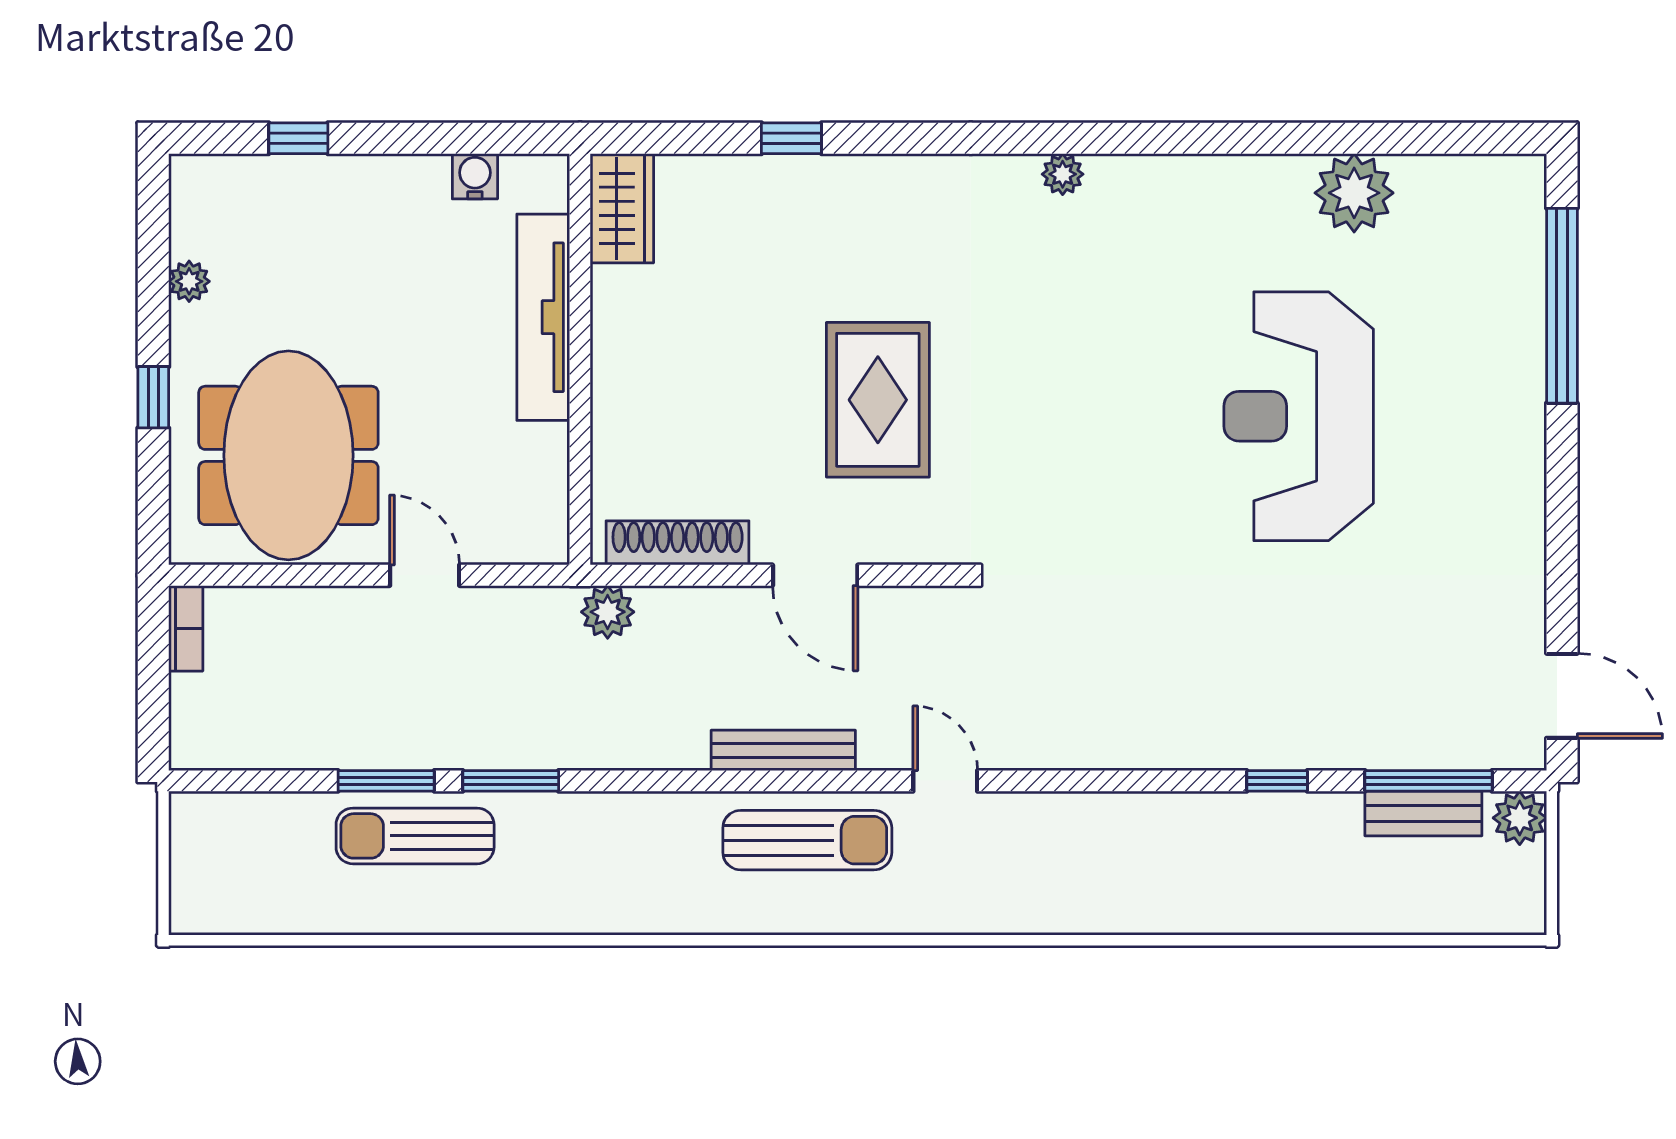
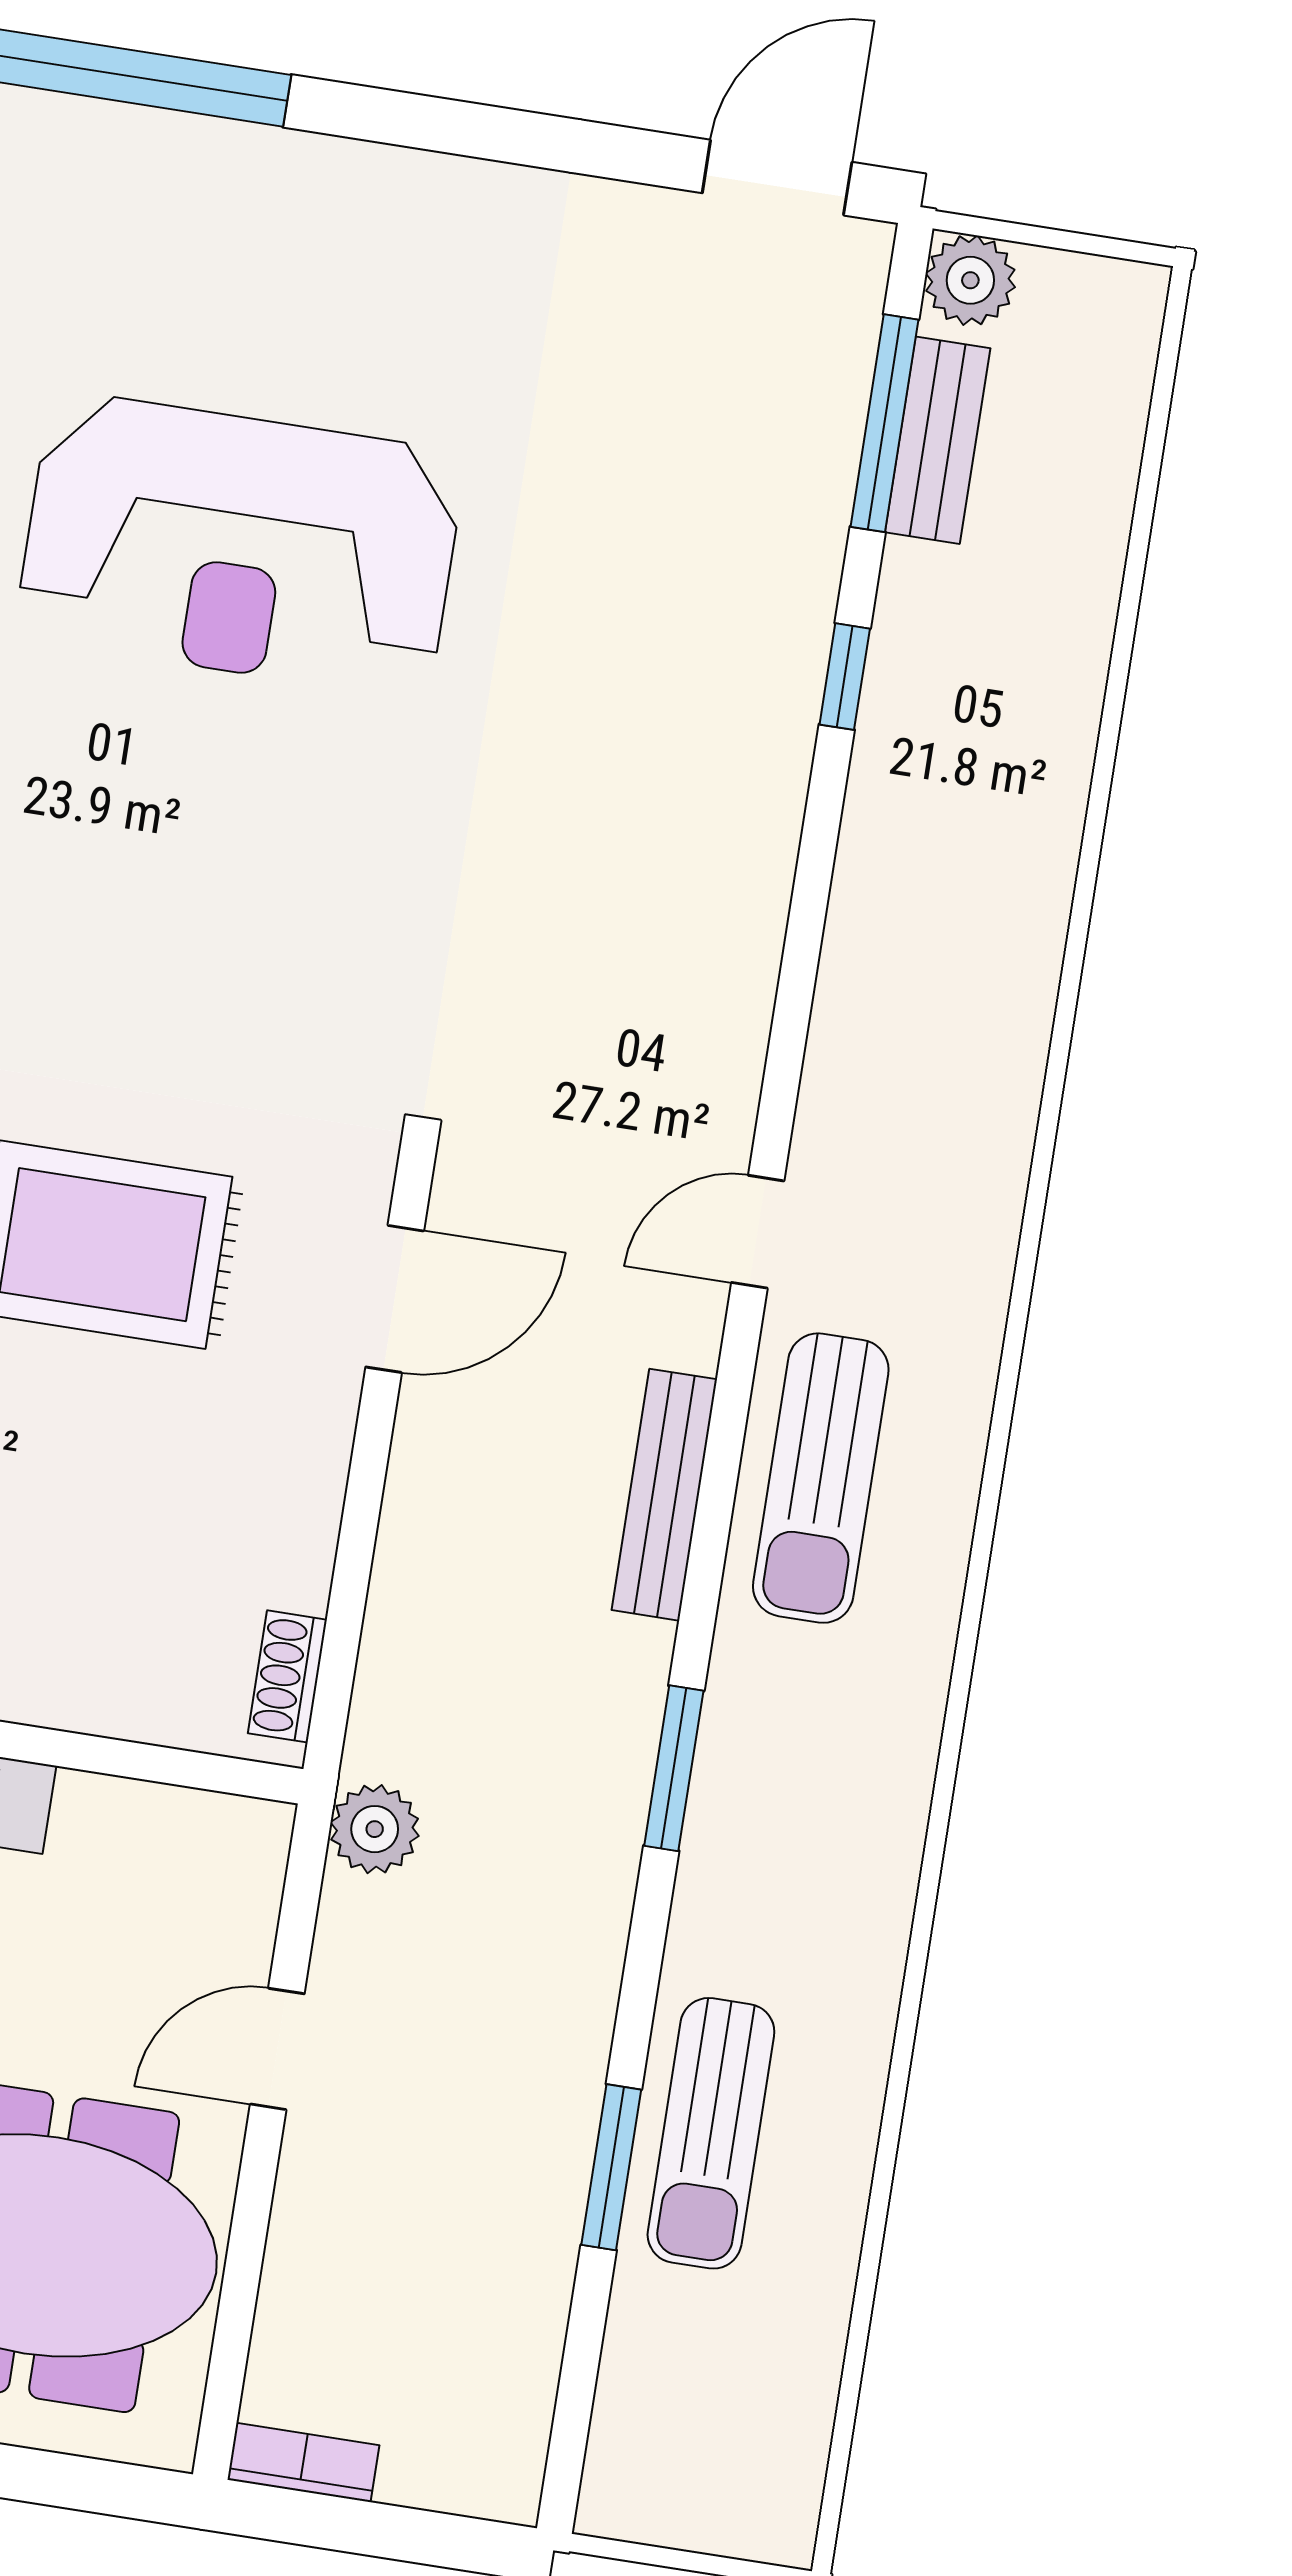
shoe rack: (678, 543) -> (287, 1676), width x0.51, depth x0.81
door: (815, 575) -> (395, 1299), moved
plant: (608, 612) -> (375, 1829), moved
window: (511, 781) -> (674, 1768), moved
sun lounger: (807, 840) -> (821, 1478), turned 180

